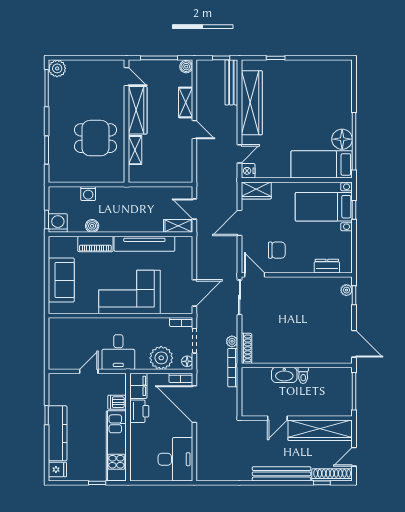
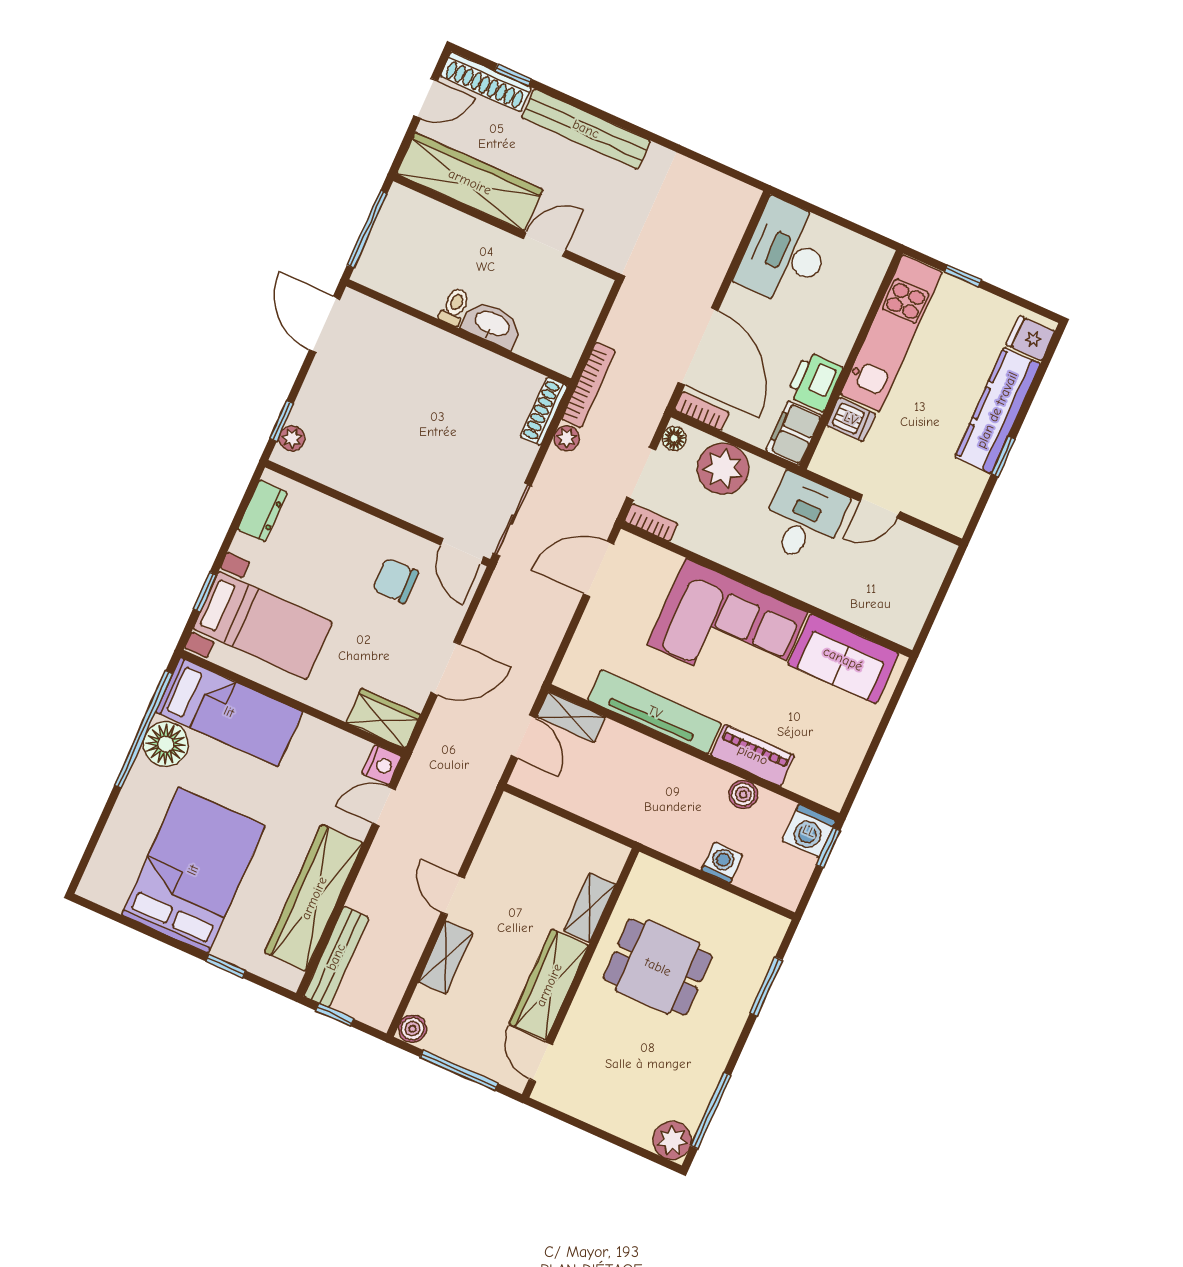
bed: (307, 92) -> (193, 870), added
dresser: (327, 266) -> (262, 511), moved, turned -90
sofa: (61, 280) -> (843, 659), moved, turned -90

